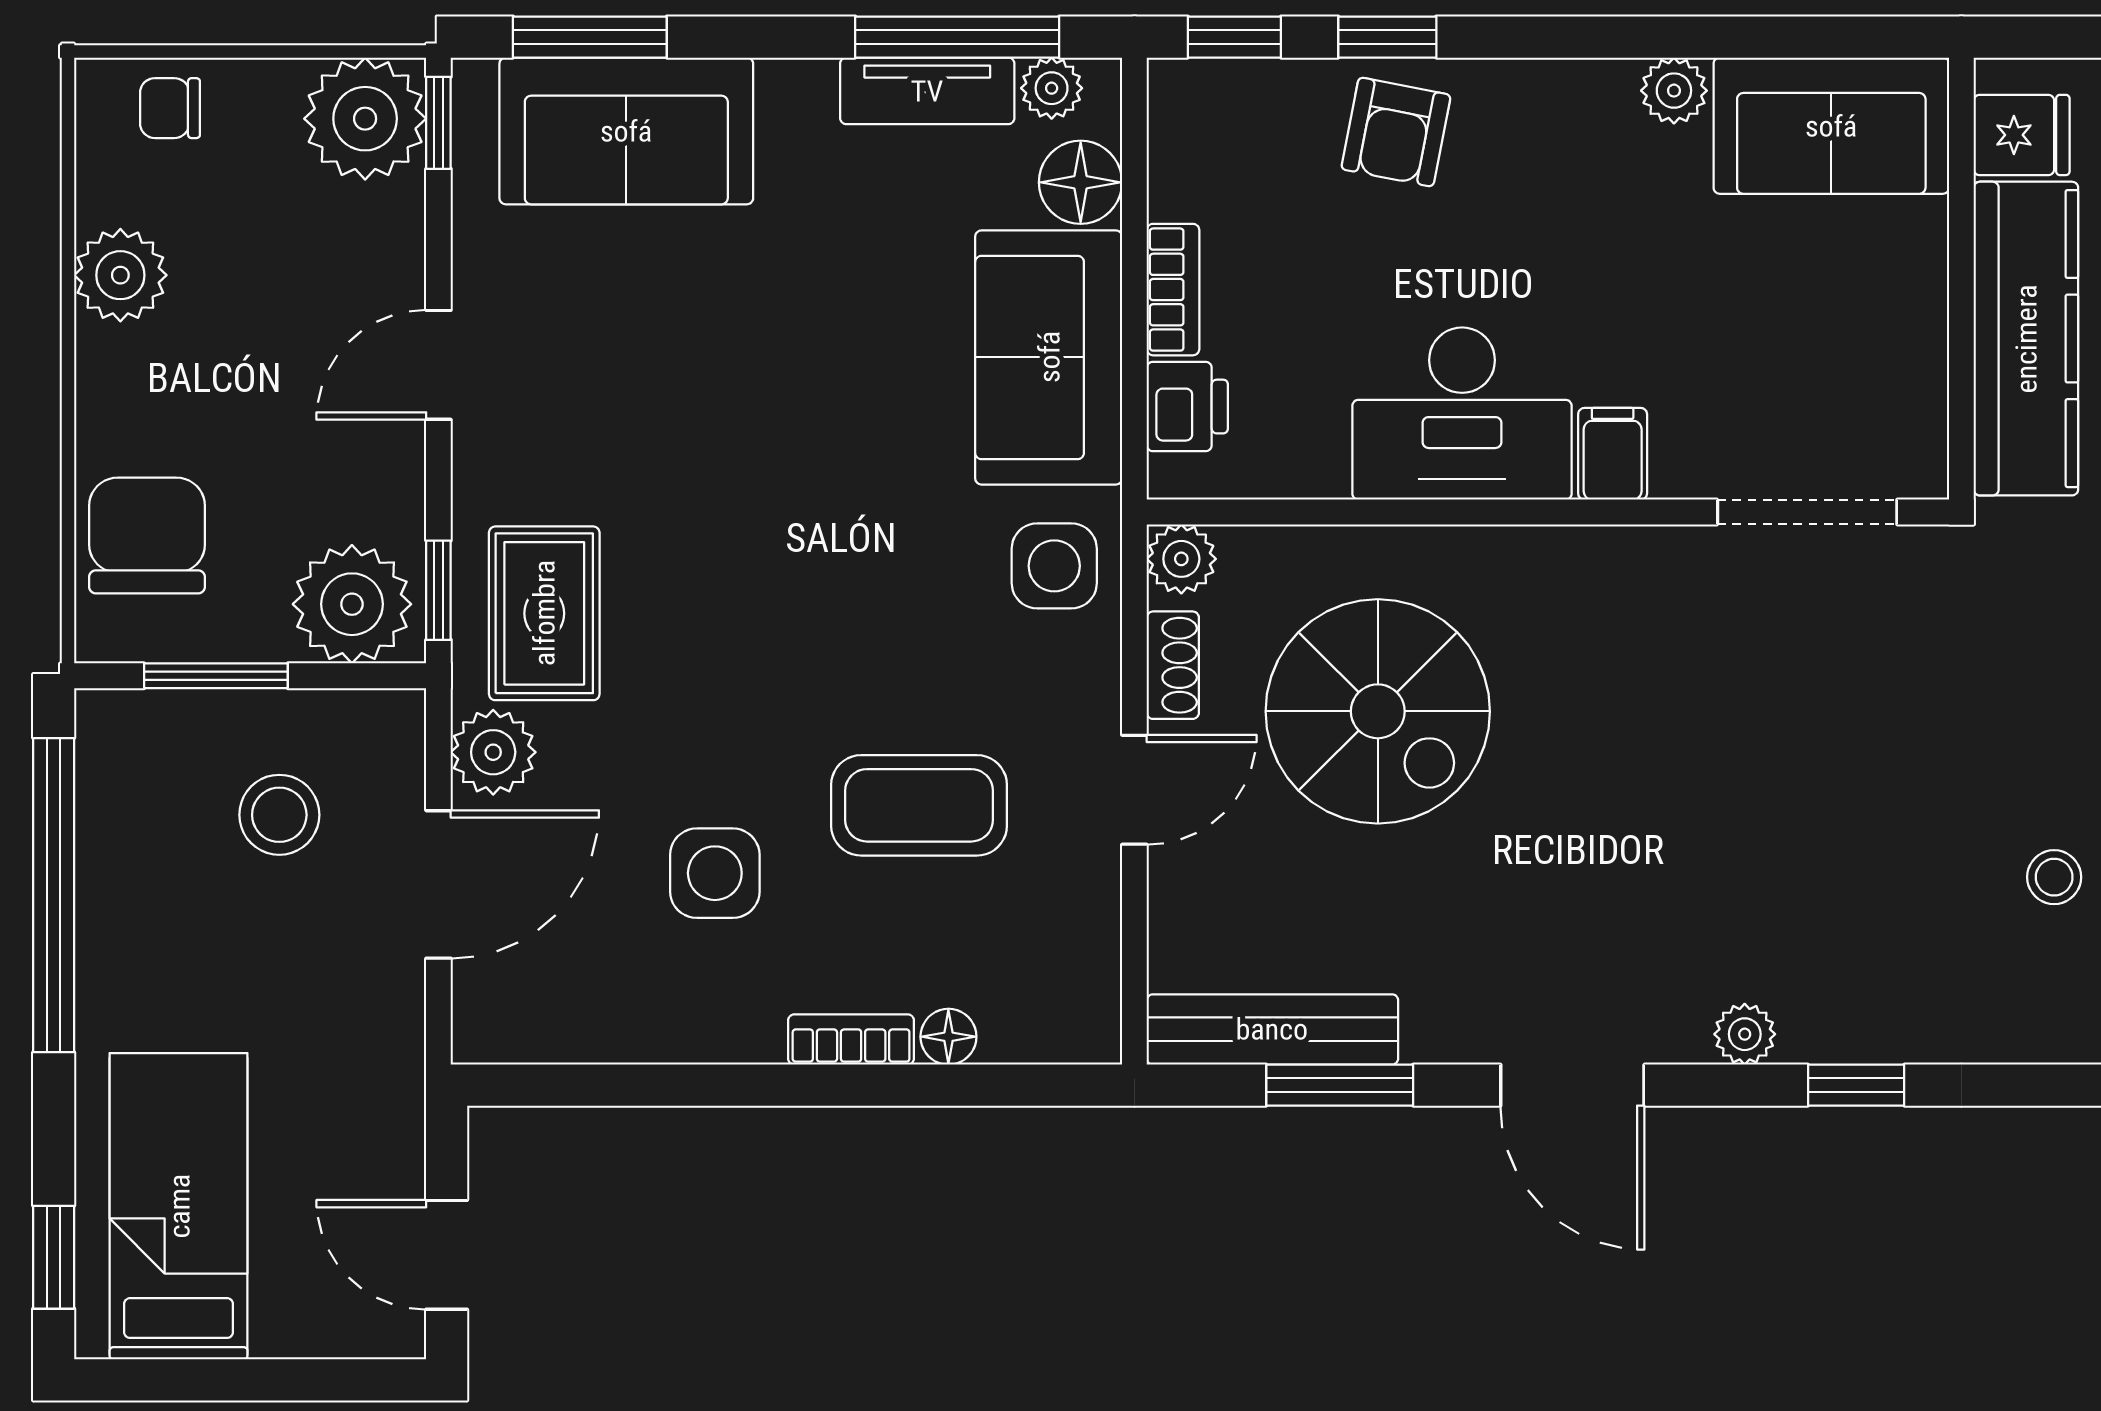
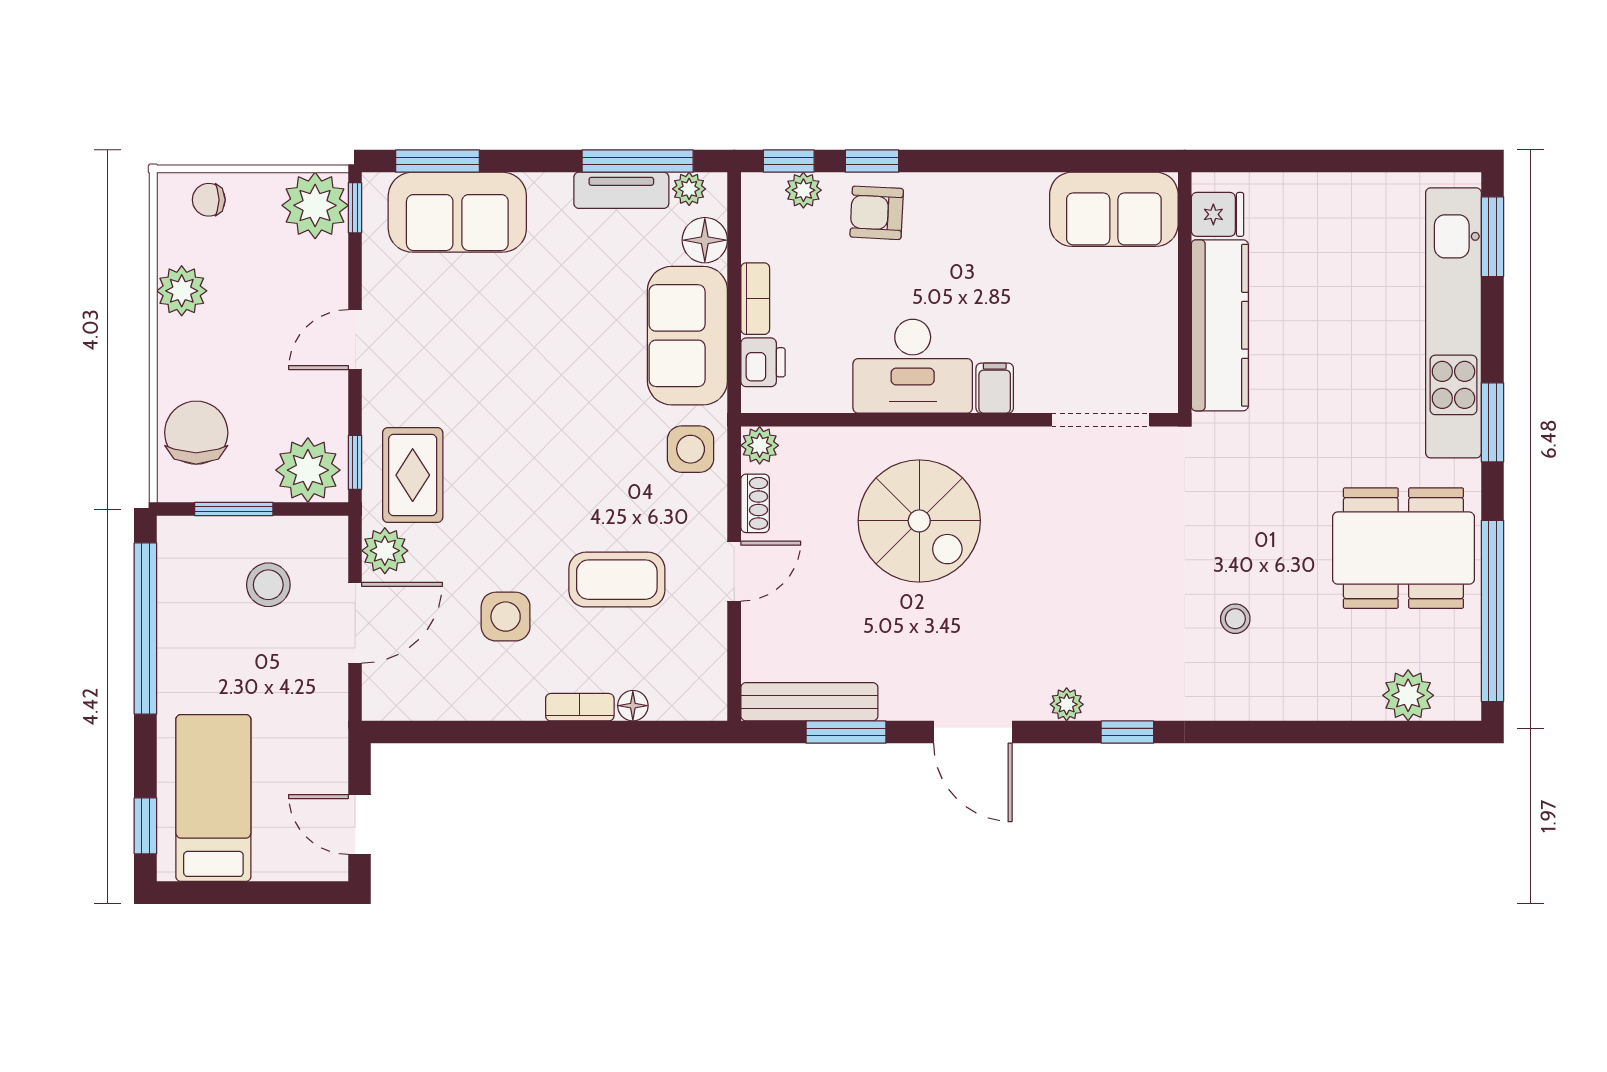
plant: (1674, 91) -> (803, 190), moved
armchair: (1396, 132) -> (877, 213), turned 82
spiral stairs: (1378, 711) -> (919, 521), moved

